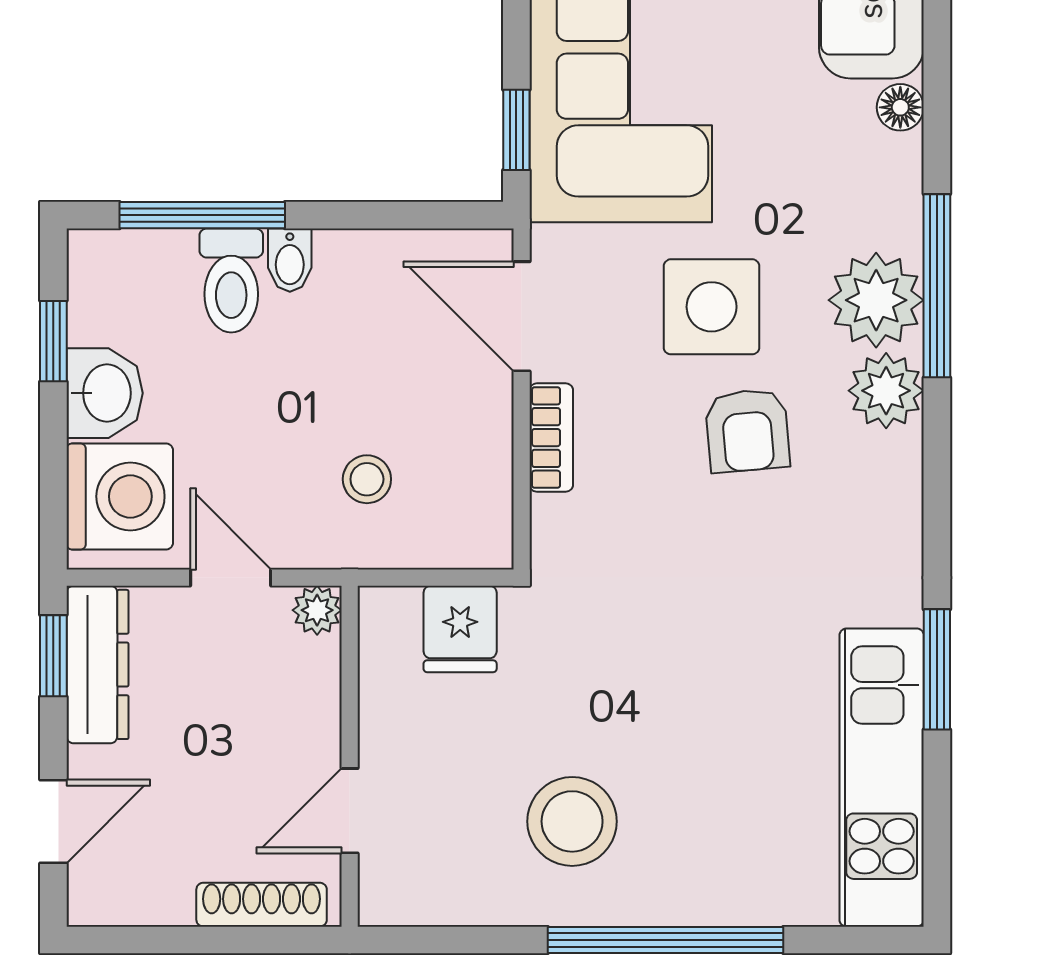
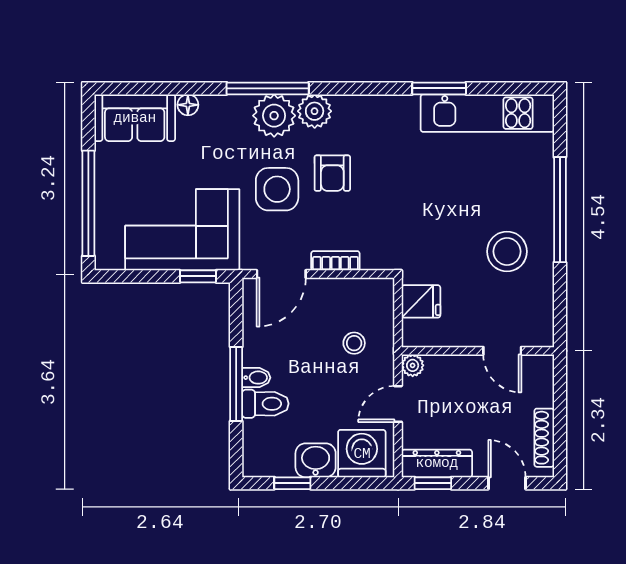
window: (202, 215) -> (236, 384), moved
armchair: (747, 430) -> (332, 173), turned 95
shoe rack: (262, 905) -> (544, 438), moved

